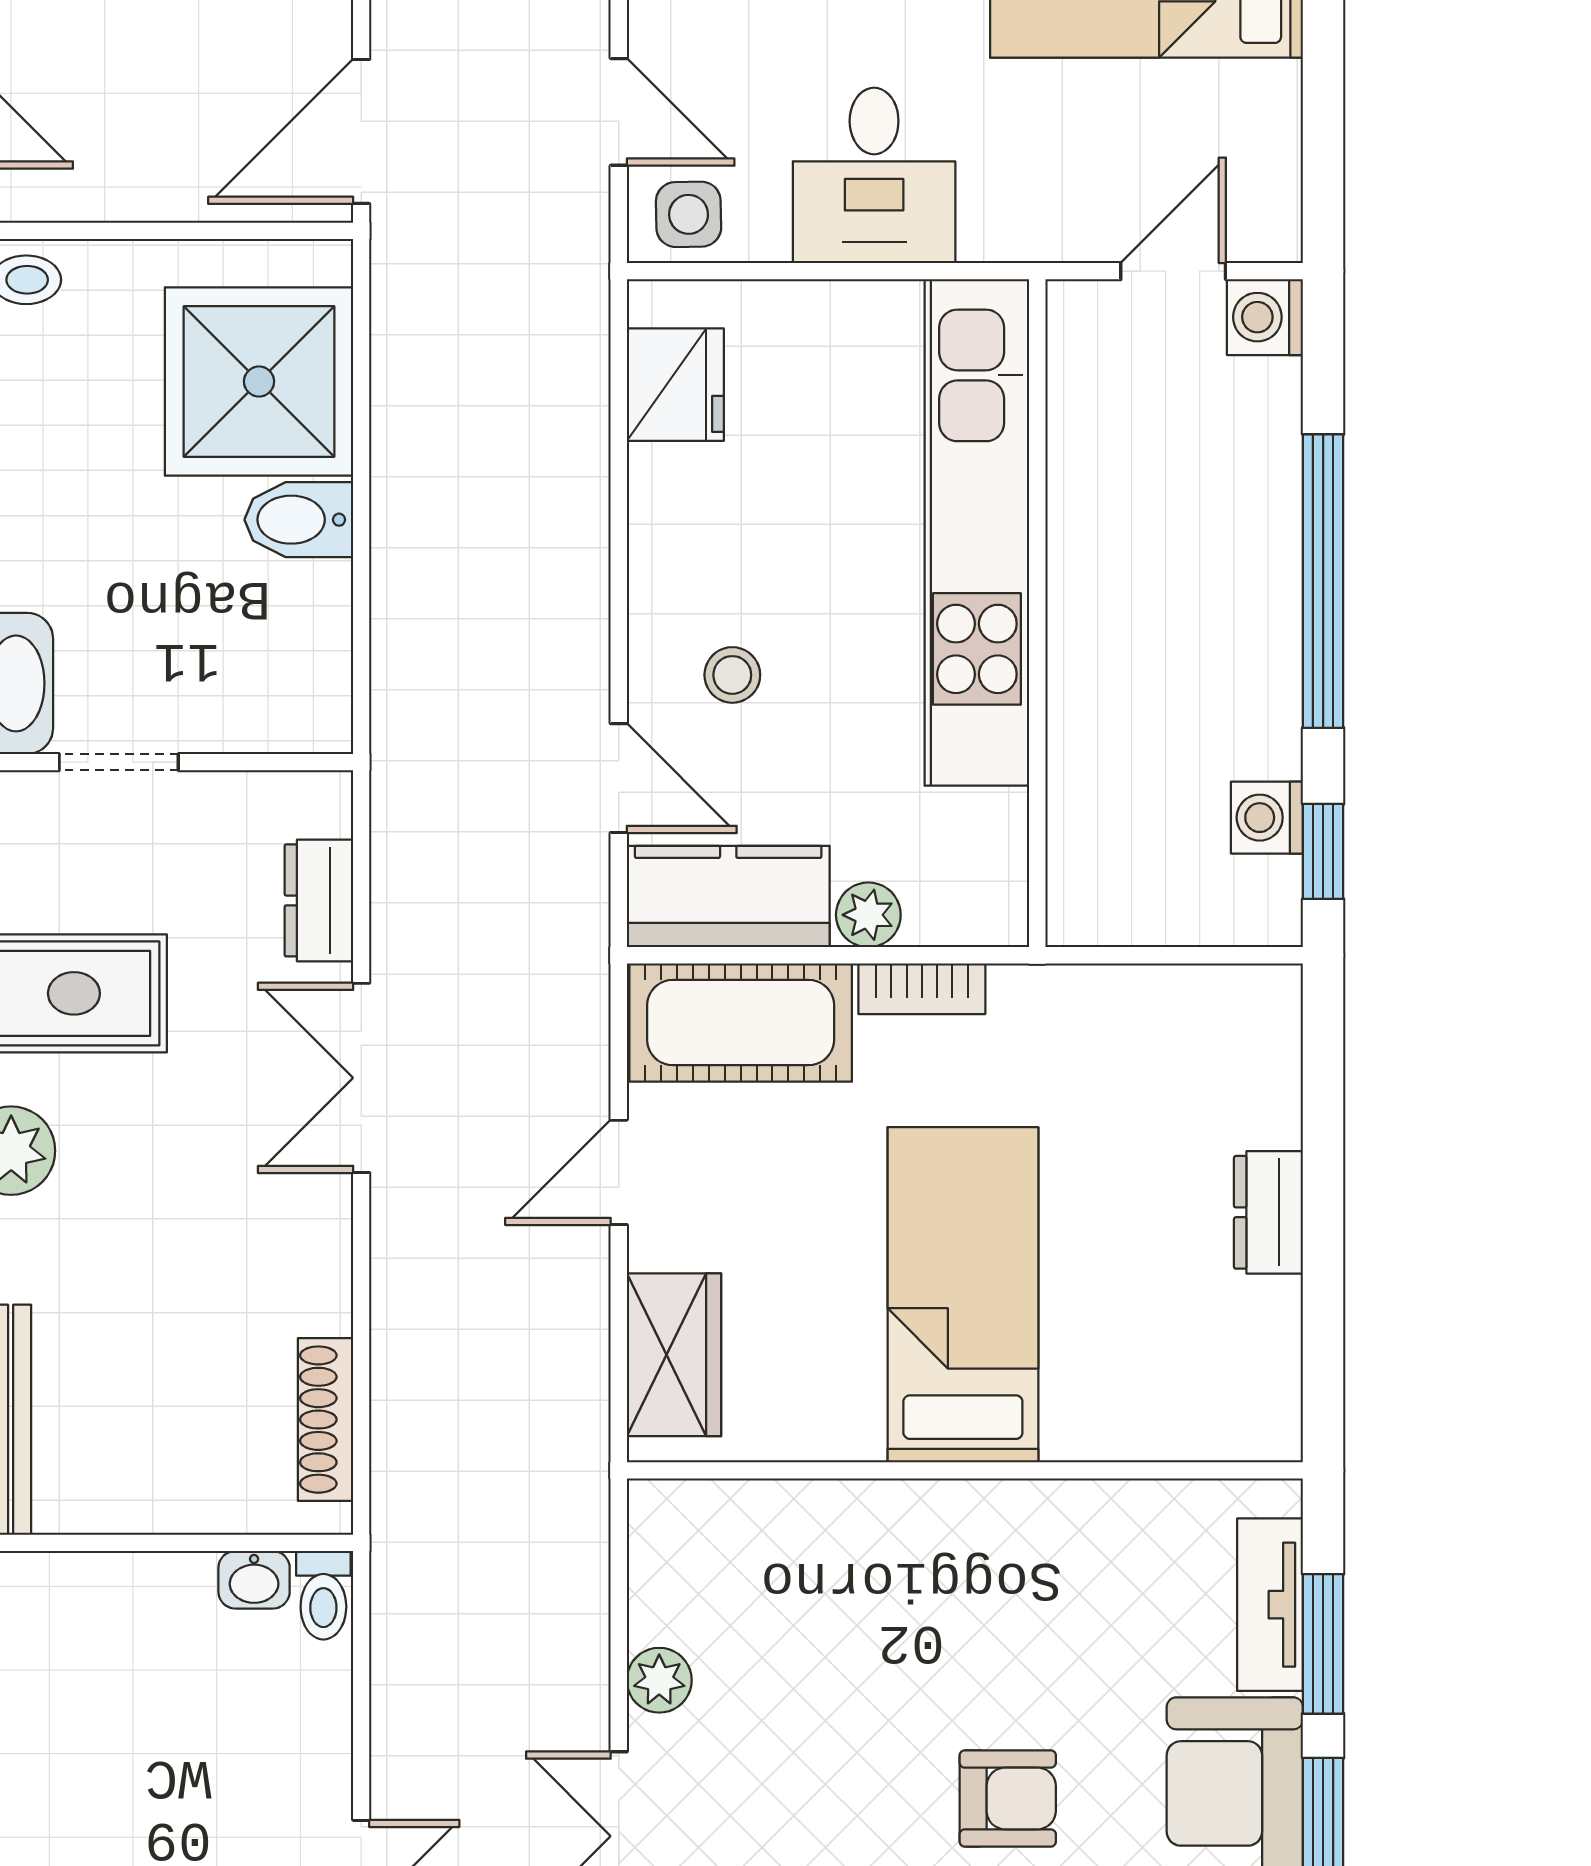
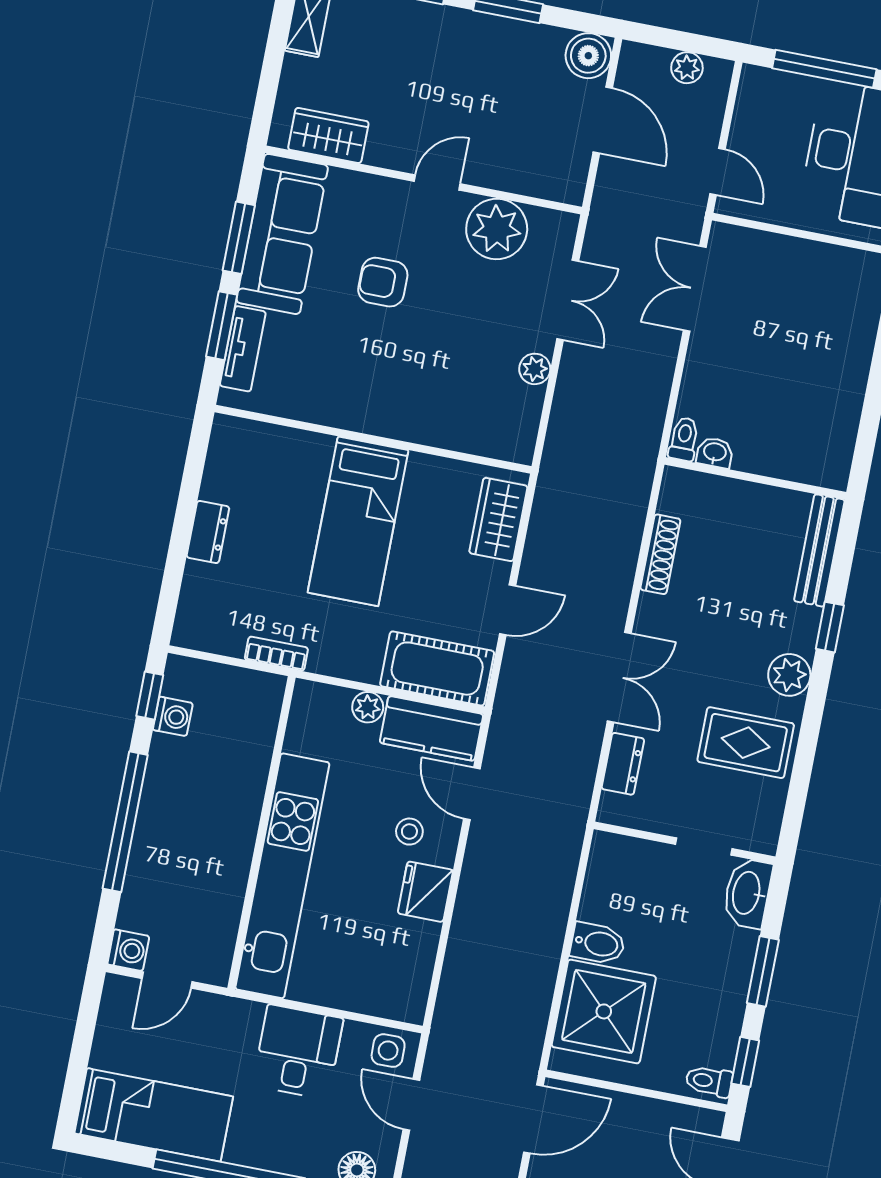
fridge: (675, 385) -> (425, 892), moved
bookcase: (922, 989) -> (276, 654), moved
shoe rack: (325, 1420) -> (660, 554), moved

